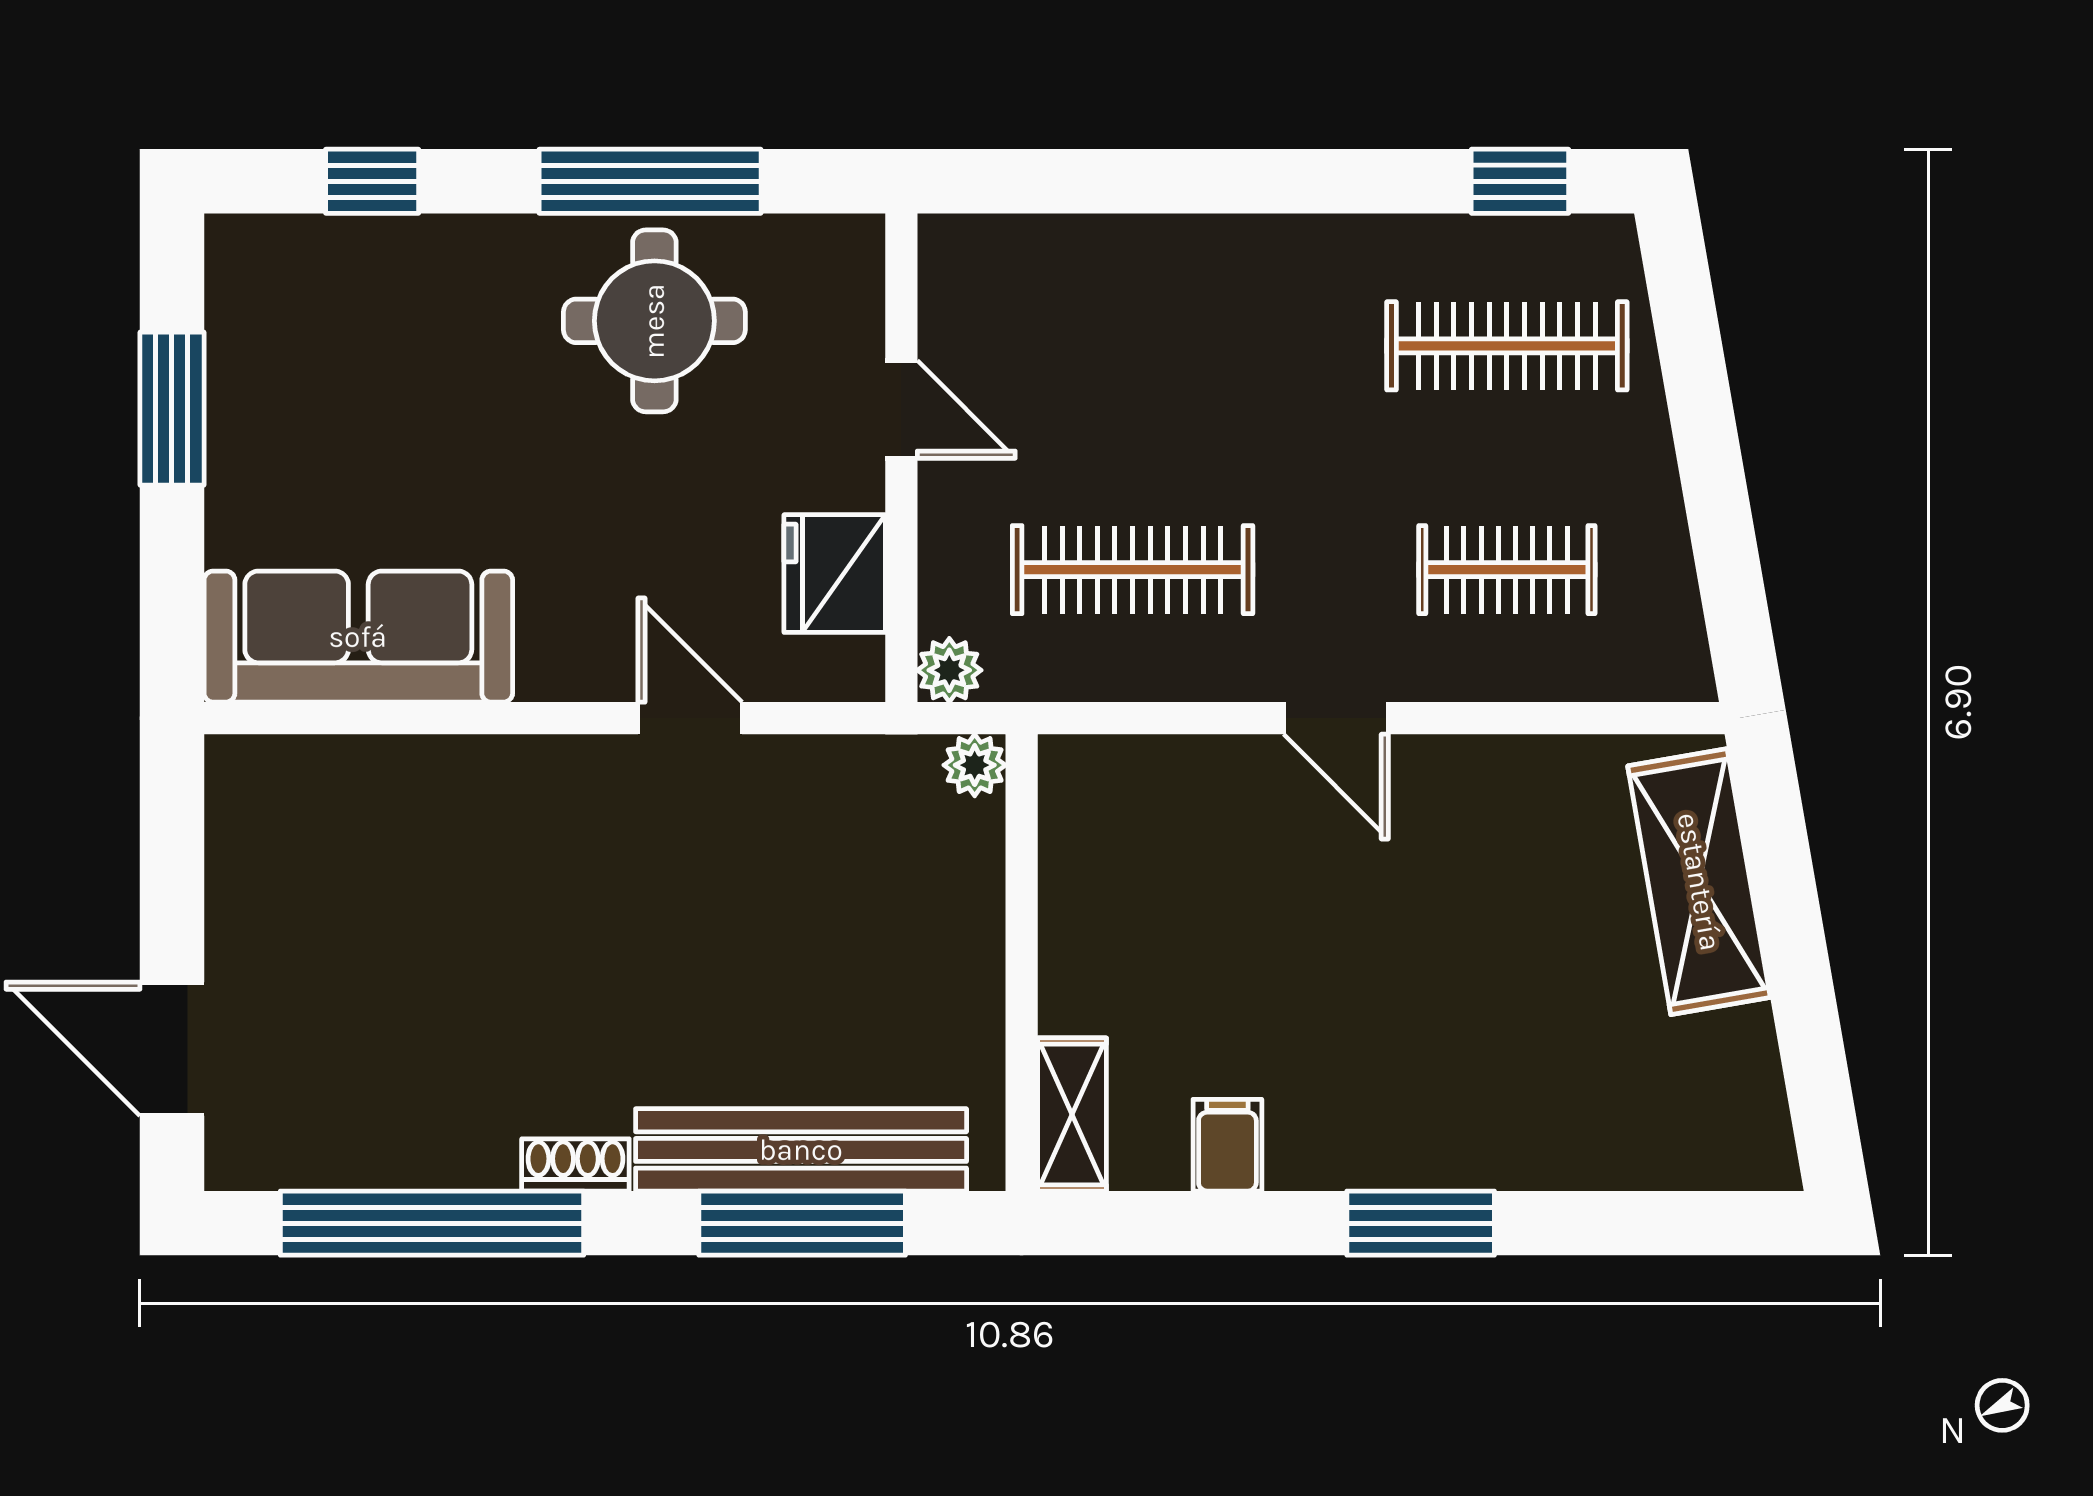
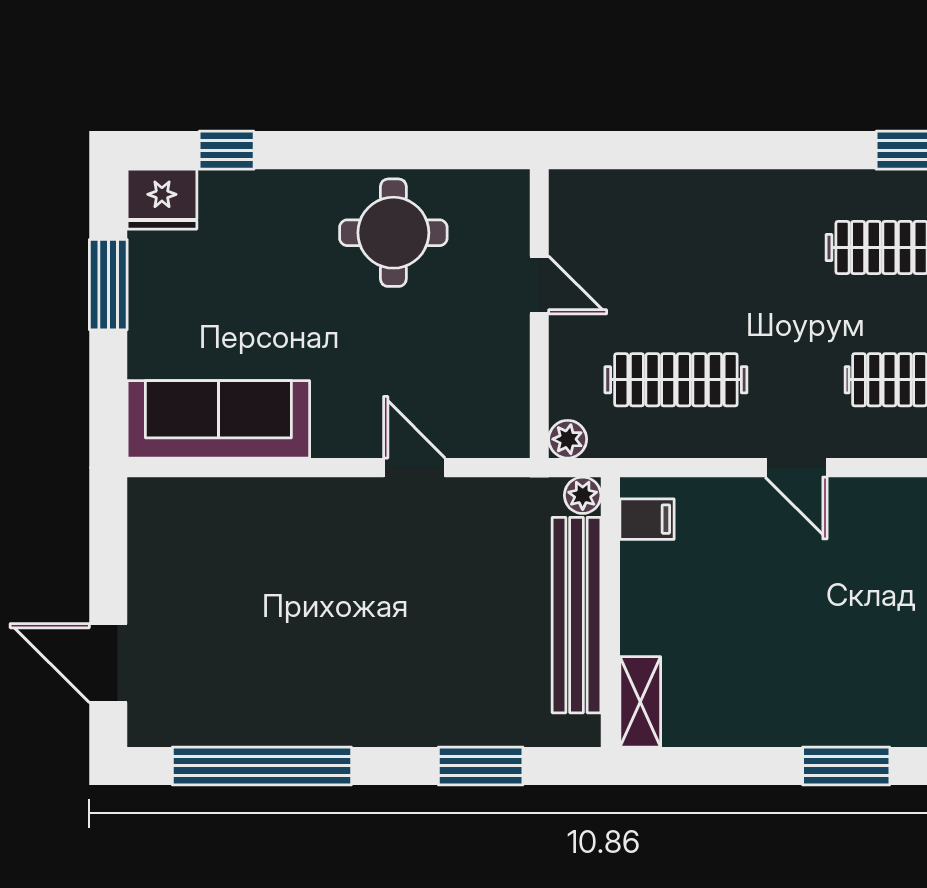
window: (650, 181) -> (391, 150), removed
fridge: (835, 574) -> (162, 199), moved, turned -90
filing cabinet: (1227, 1145) -> (647, 519), moved, turned 90
bench: (801, 1150) -> (577, 615), moved, turned 90
shoe rack: (575, 1165) -> (347, 732), removed
window: (802, 1223) -> (481, 766), width x0.69

